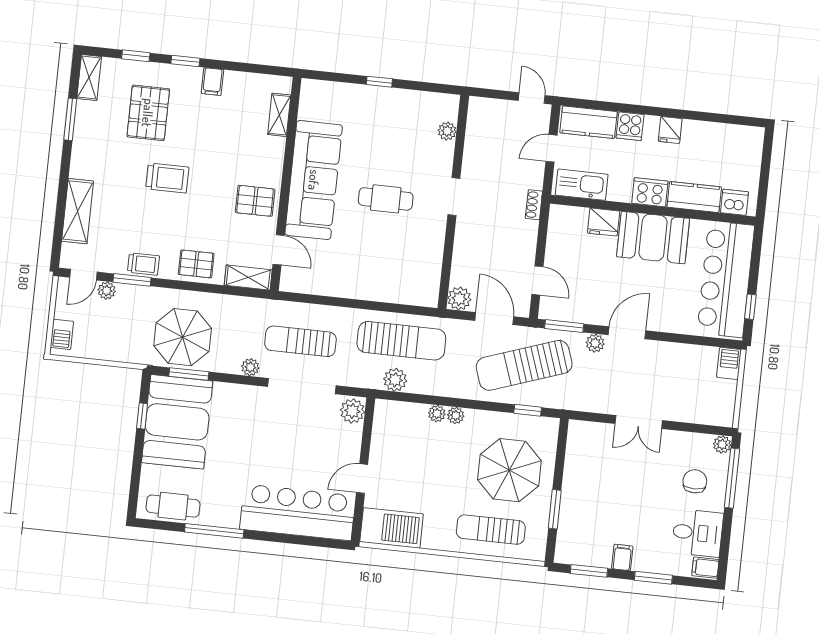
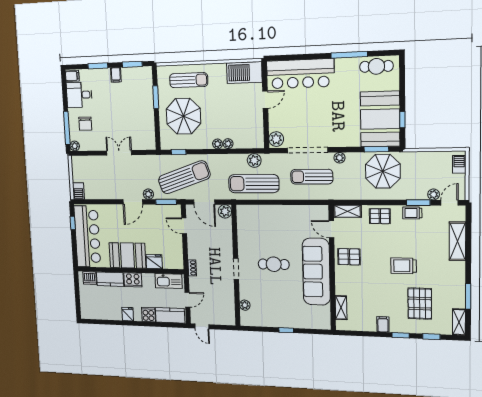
sun lounger: (300, 341) -> (312, 177), turned 180

